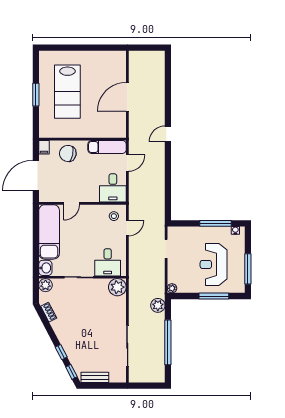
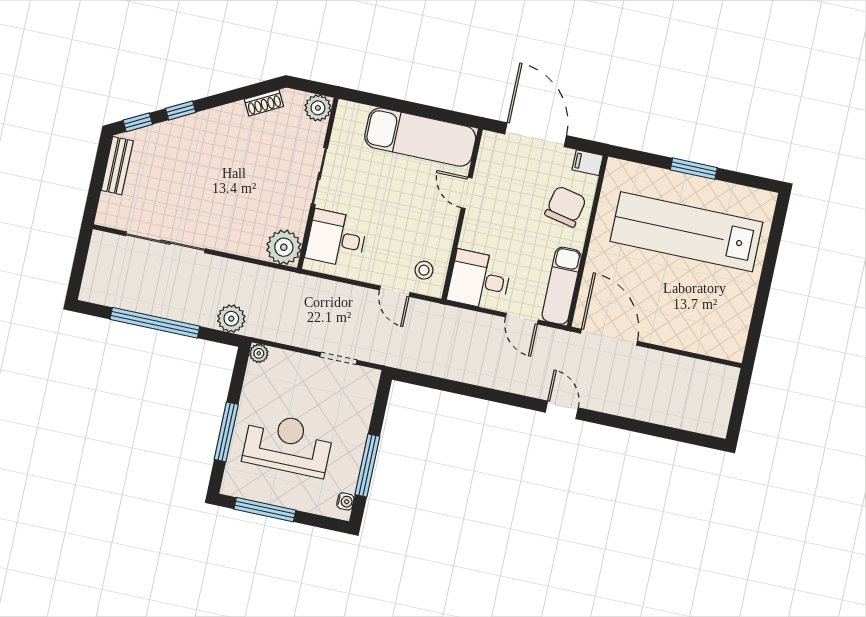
lab bench: (67, 92) -> (686, 232), width x1.36
door: (127, 97) -> (609, 337), moved
washbasin: (45, 268) -> (352, 115), removed

